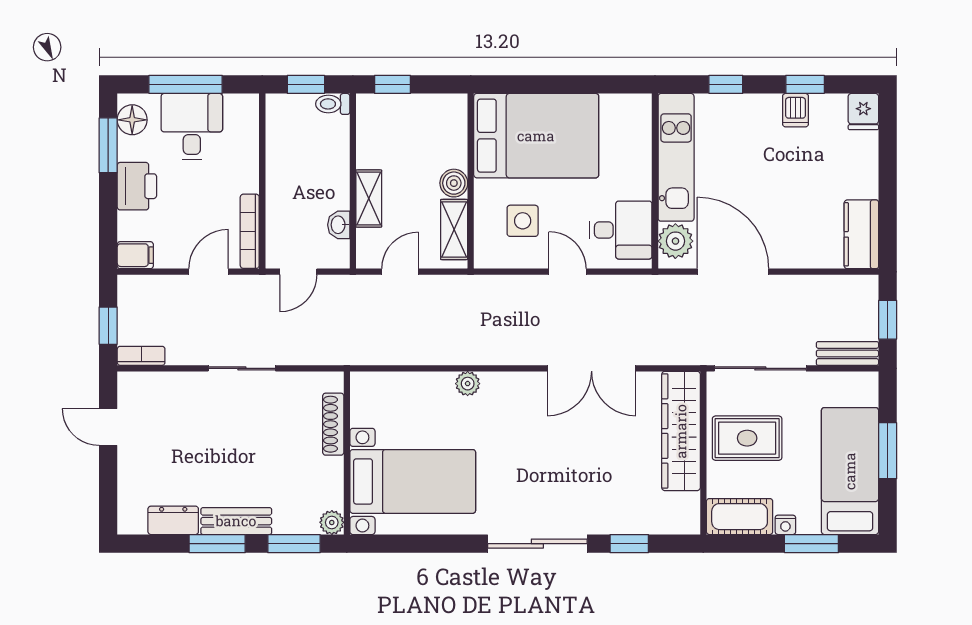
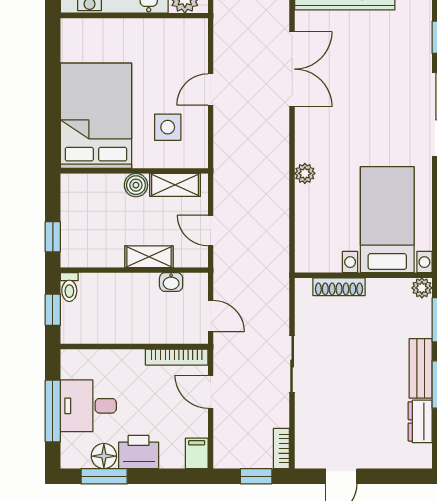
floor lamp: (132, 120) -> (104, 456), moved
desk: (621, 230) -> (175, 45), removed

